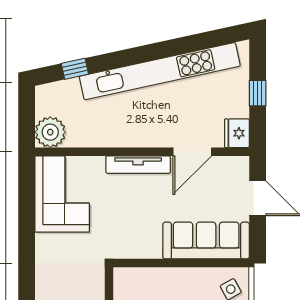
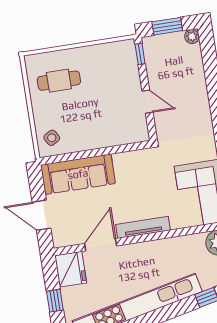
fridge: (237, 133) -> (71, 269), width x1.36, depth x1.34

